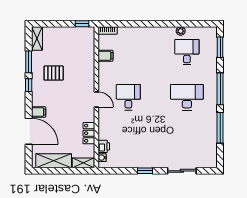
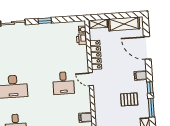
filing cabinet: (39, 112) -> (141, 76), moved
locker: (89, 133) -> (96, 55), width x1.53

